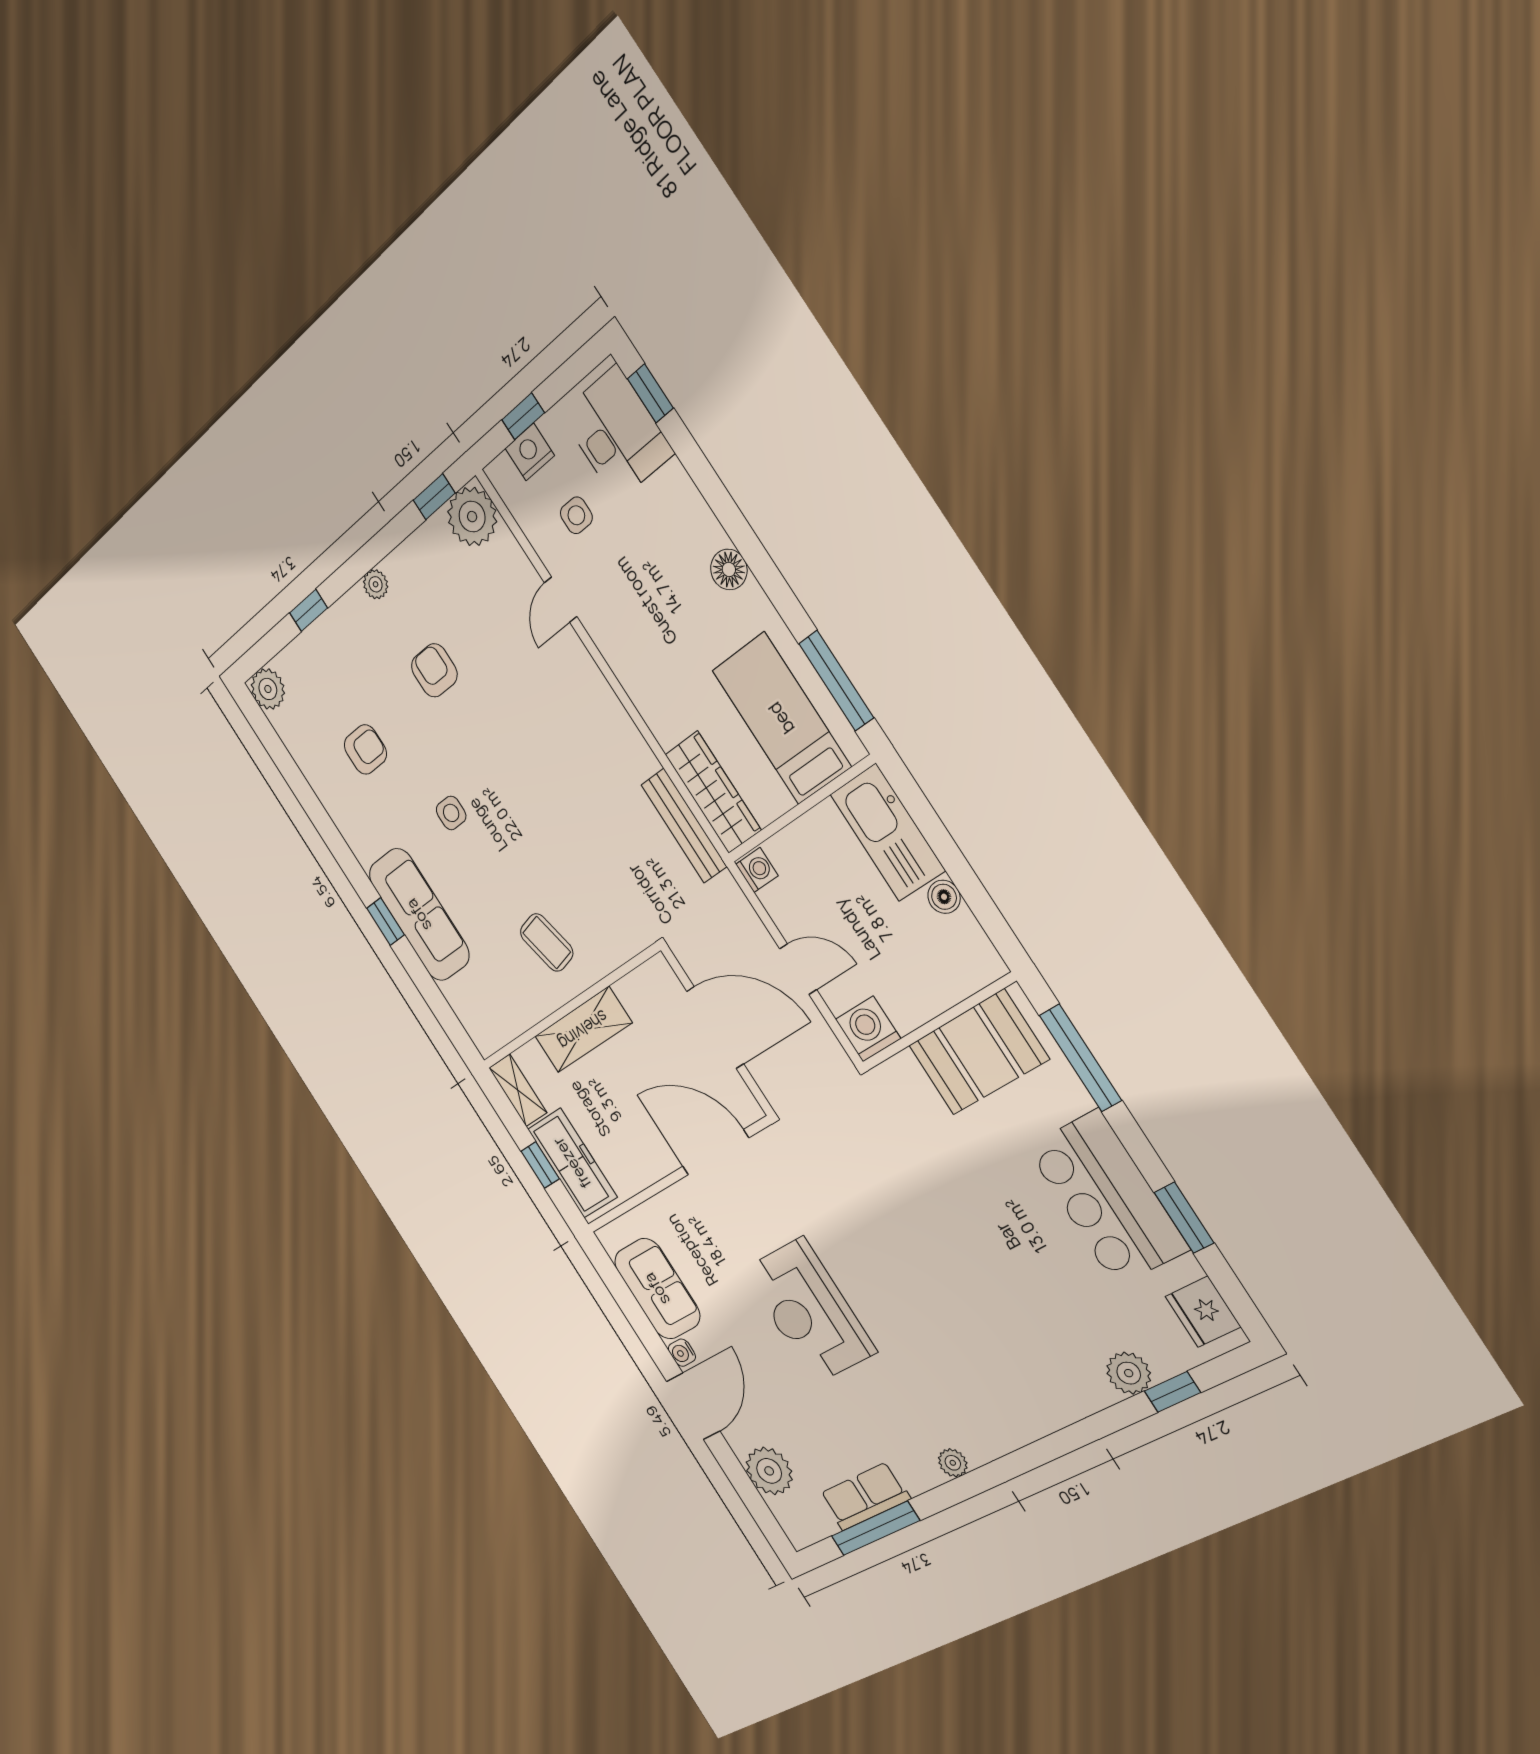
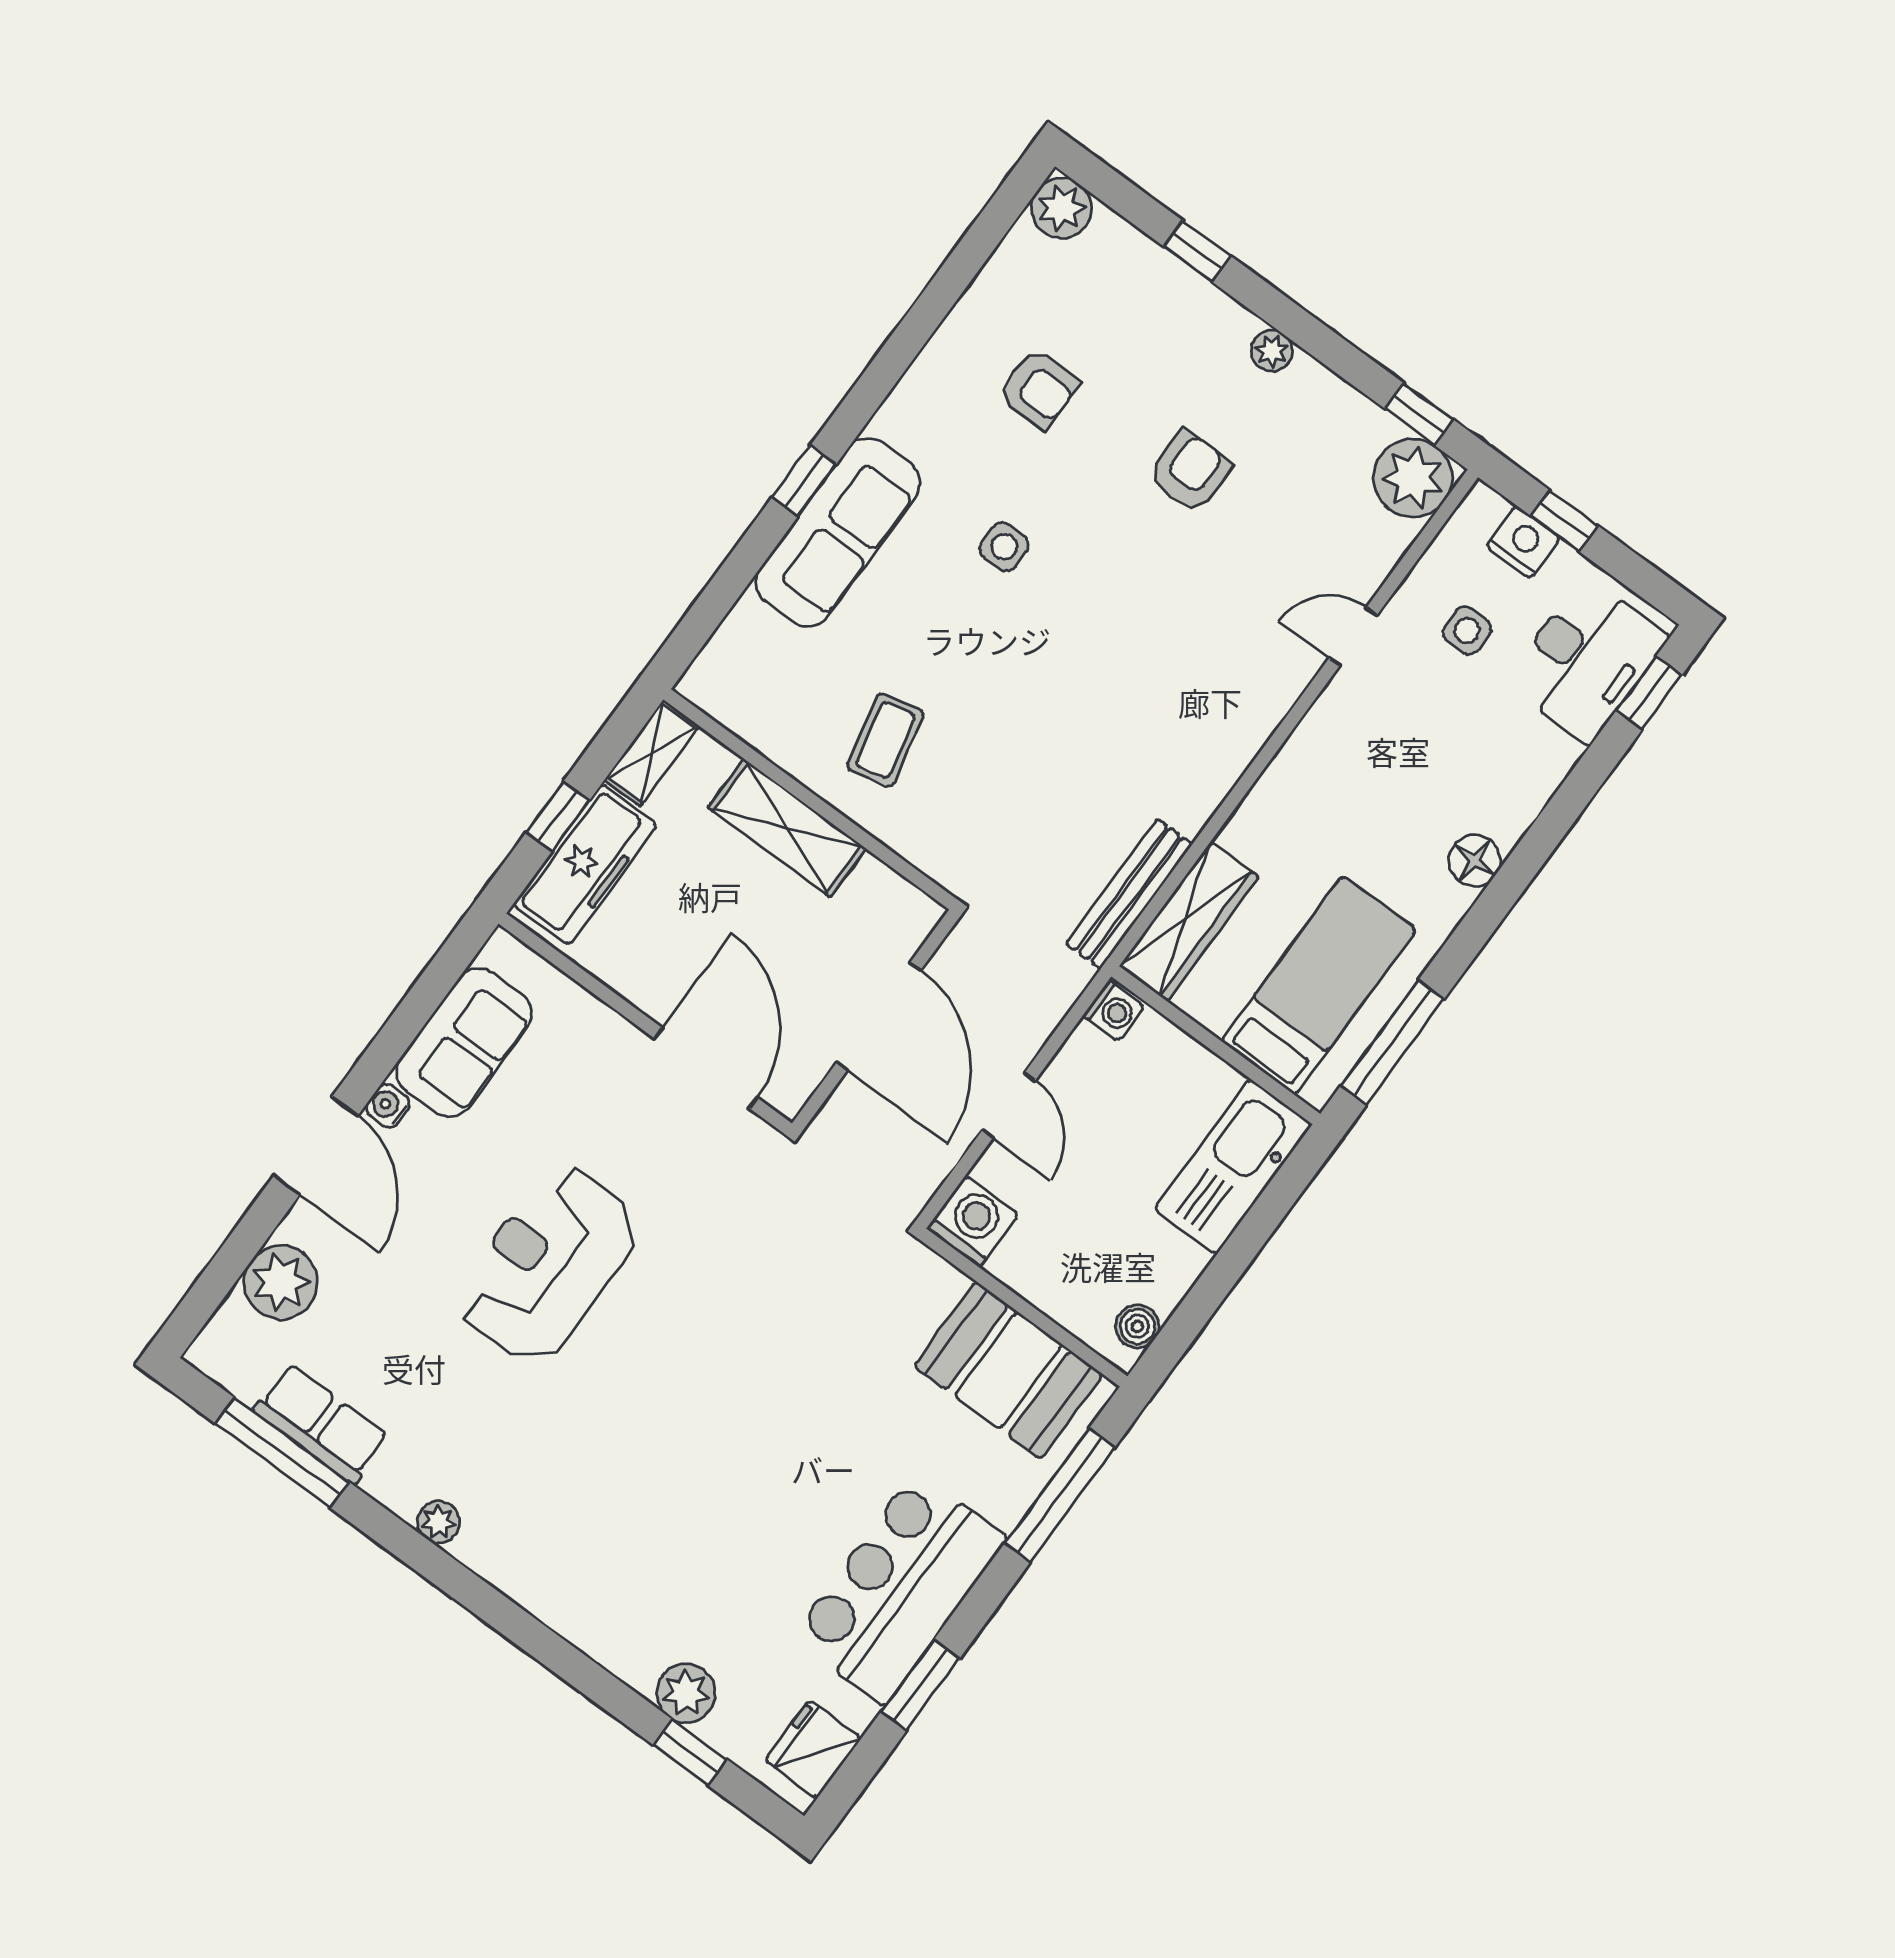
boiler: (944, 897) -> (1137, 1326), moved
door: (693, 1406) -> (316, 1146), hinge flipped

